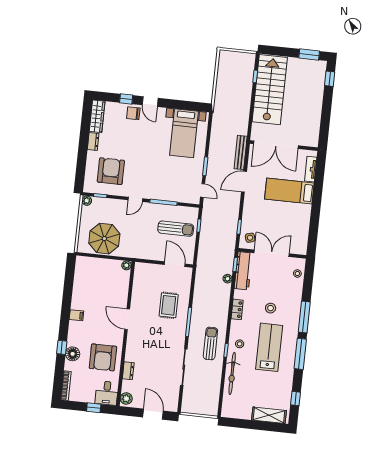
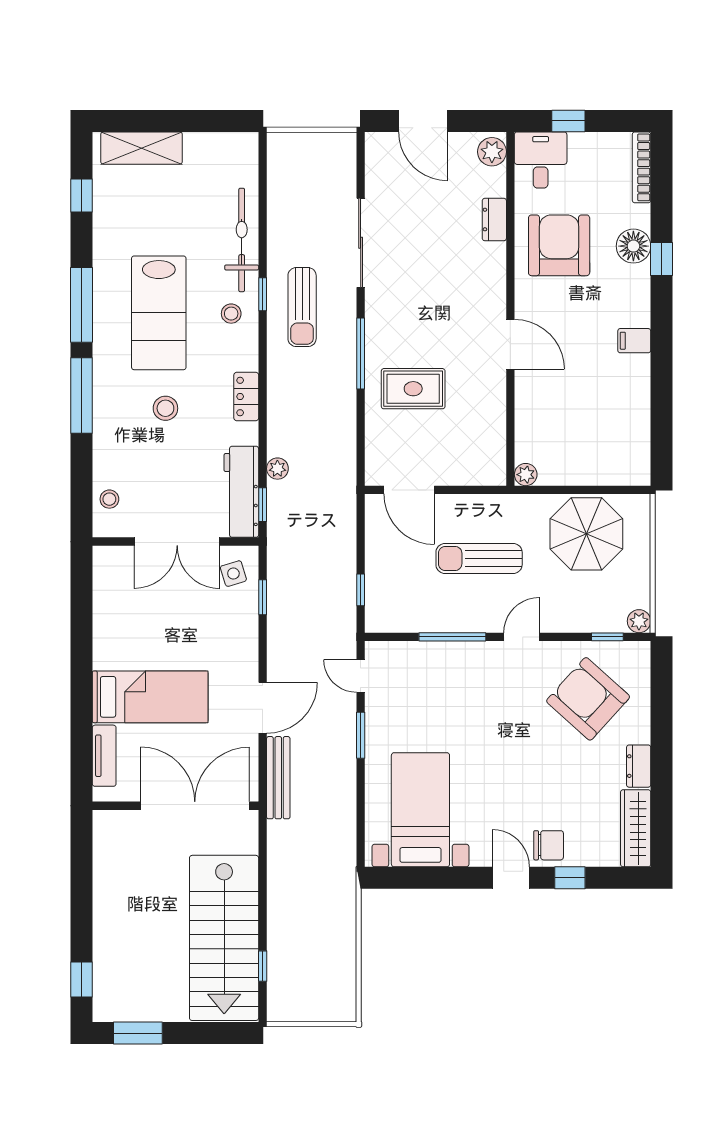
armchair: (111, 171) -> (588, 699), turned 132
sun lounger: (176, 229) -> (479, 558), moved
rug: (169, 305) -> (413, 389), turned 90

